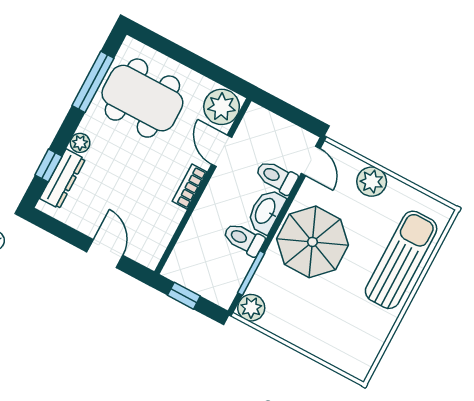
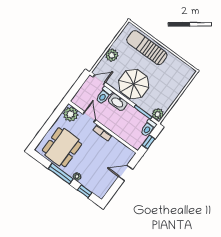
window: (93, 82) -> (61, 174), moved
door: (222, 151) -> (89, 117), swing flipped
dresser: (63, 179) -> (91, 186), removed
toilet: (244, 239) -> (148, 128), moved

